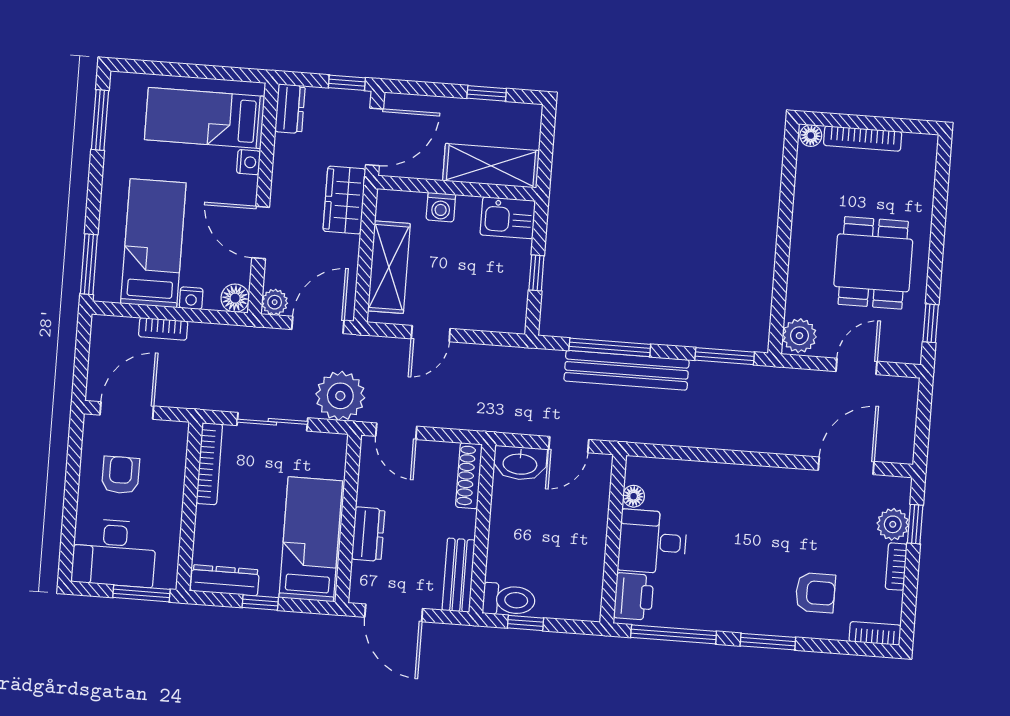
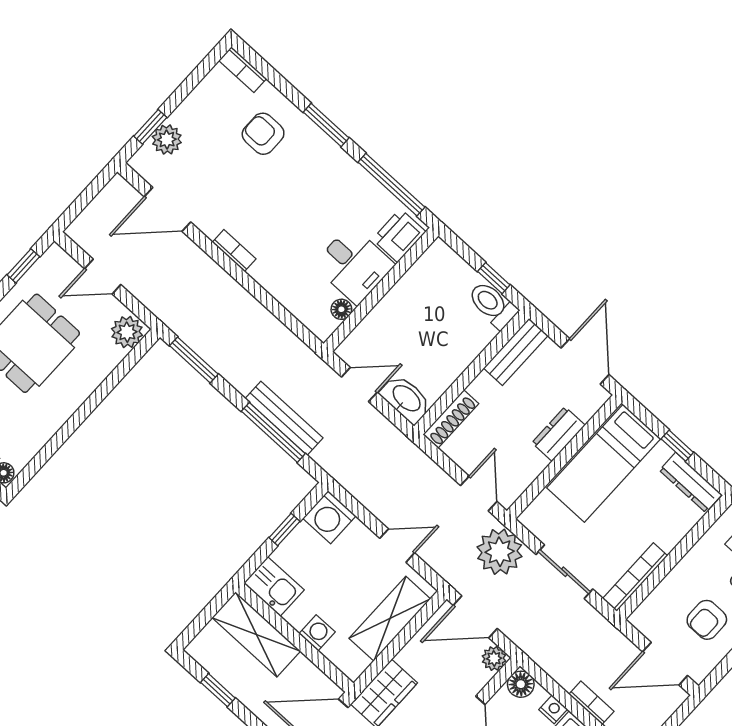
washing machine: (507, 313) -> (329, 517), added
bench: (627, 370) -> (284, 418), width x0.73, depth x0.82
bookcase: (896, 567) -> (234, 251), moved, turned -90

